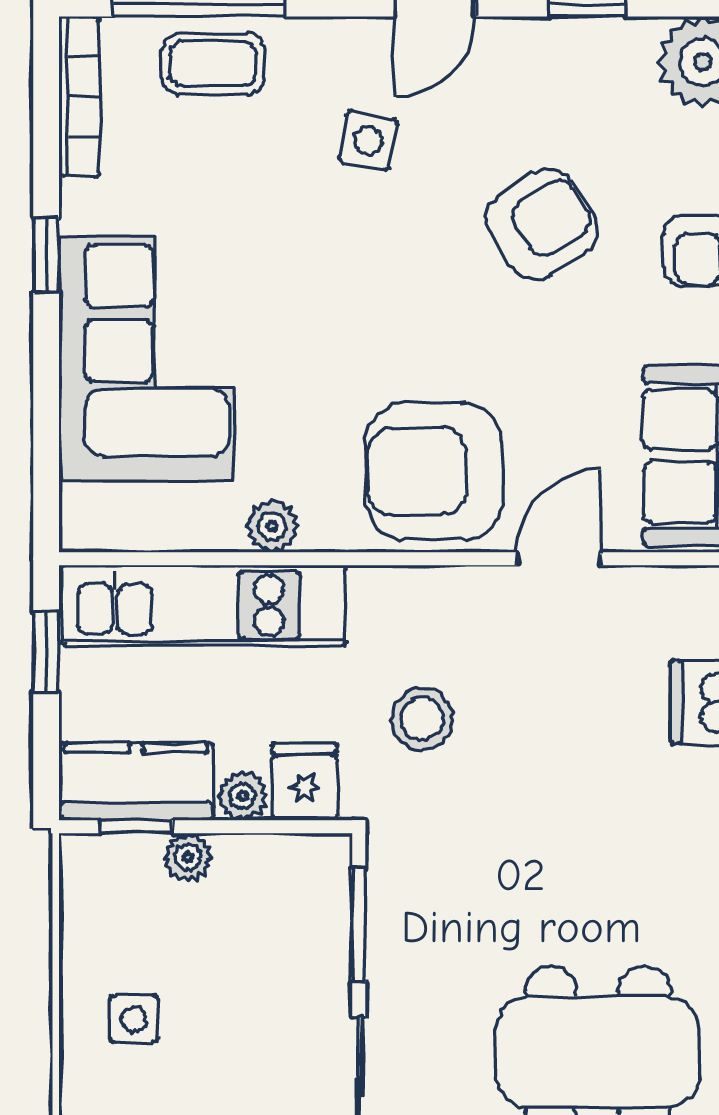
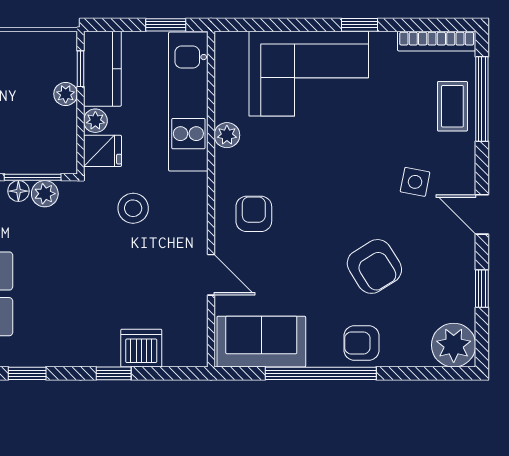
armchair: (434, 471) -> (254, 214), width x0.53, depth x0.53
plant: (392, 900) -> (45, 194), added
floor lamp: (387, 954) -> (18, 191), added

